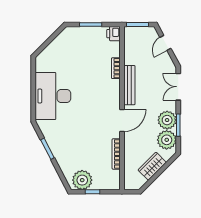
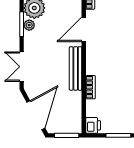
door: (165, 43) -> (36, 115), width x1.88
double door: (178, 87) -> (22, 67), swing flipped
plant: (167, 120) -> (29, 25), width x0.53, depth x0.53

